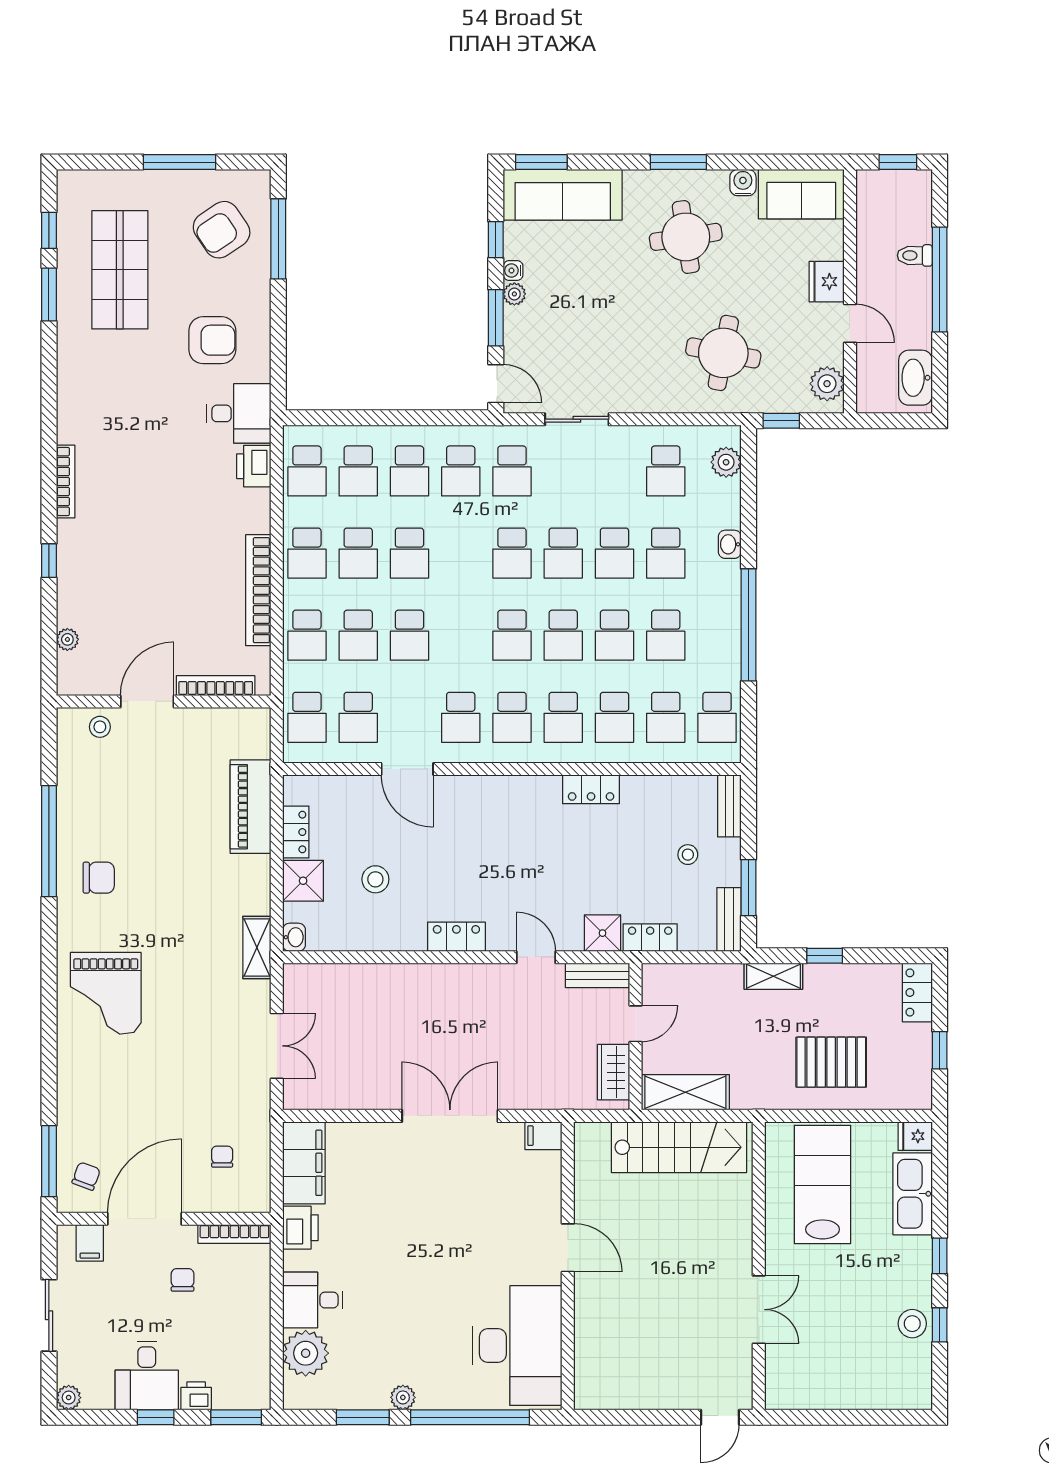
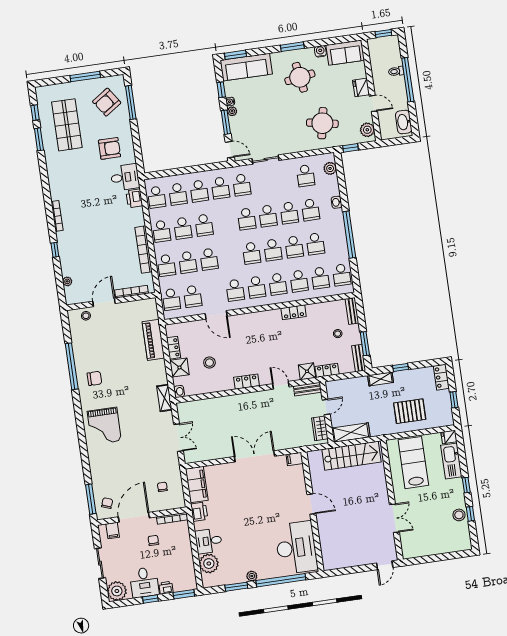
plant: (69, 1398) -> (117, 591), width x1.88, depth x1.88

